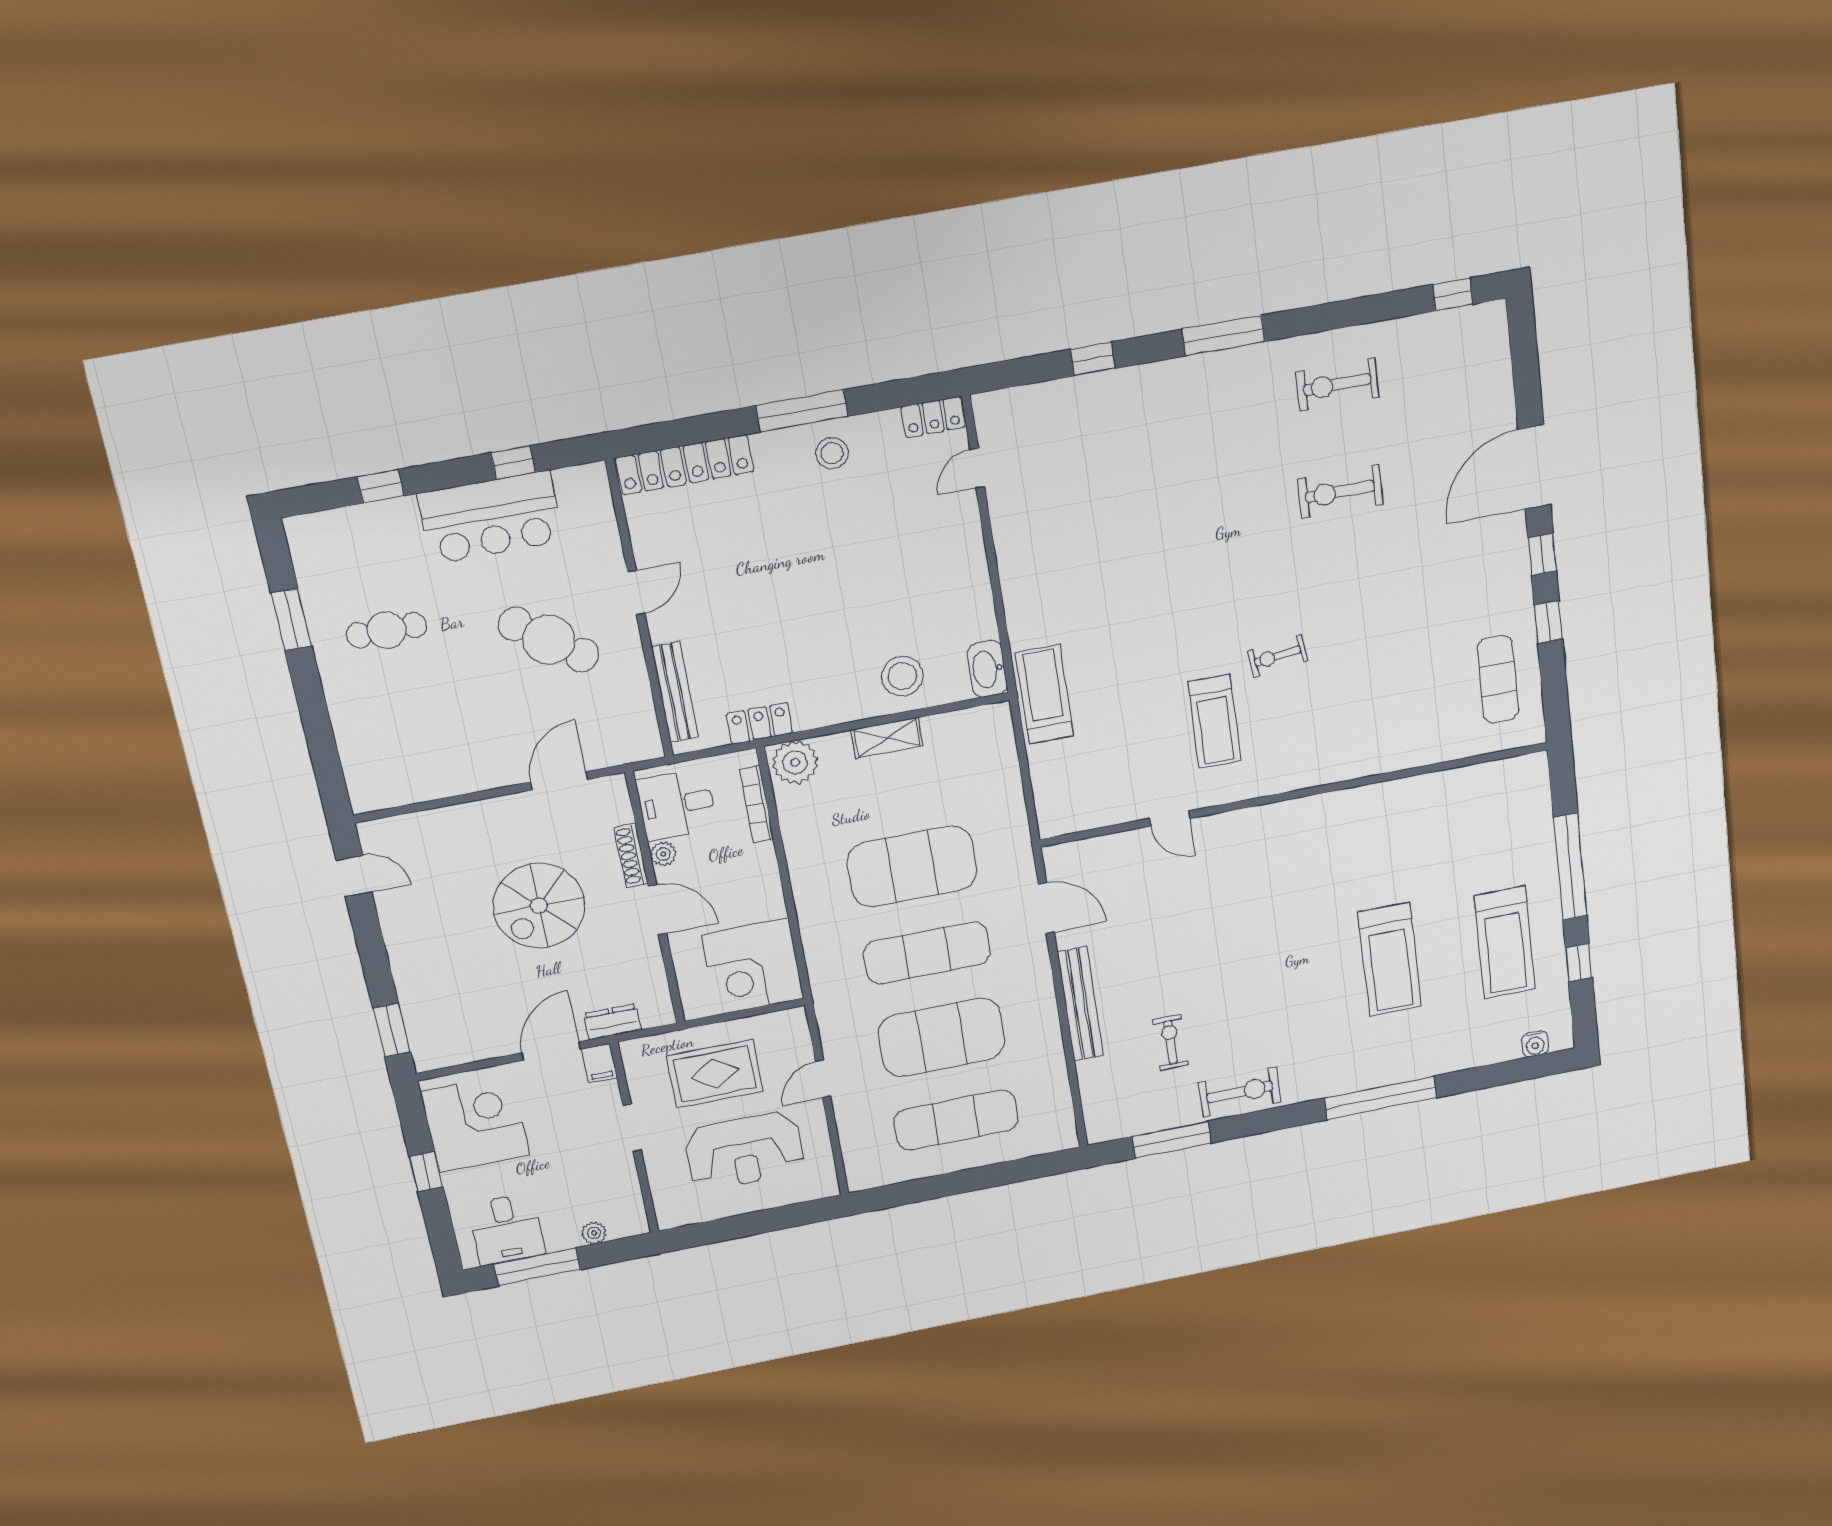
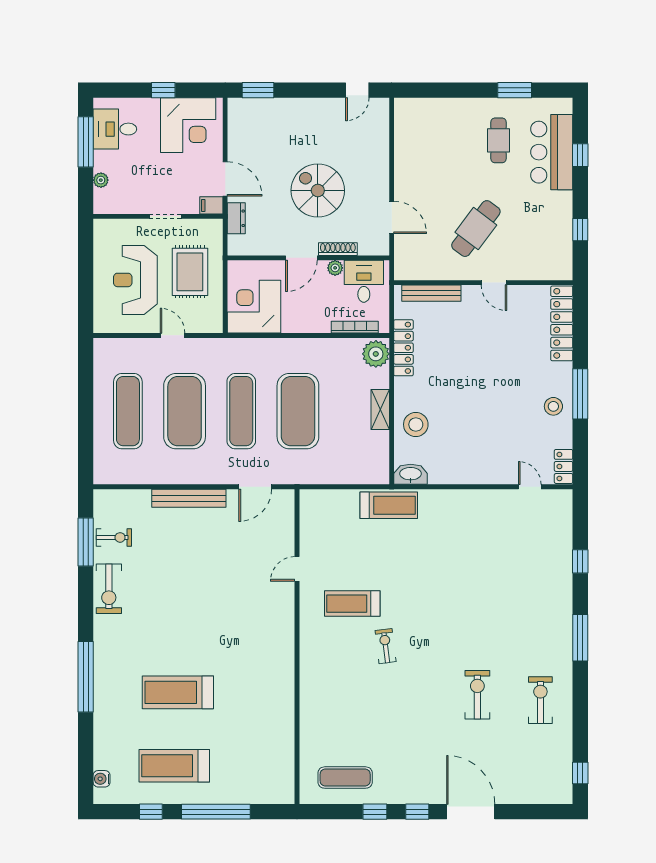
bar counter: (491, 518) -> (552, 152), moved
locker: (760, 723) -> (403, 348), width x1.53
exercise bike: (1171, 1042) -> (114, 537), moved

